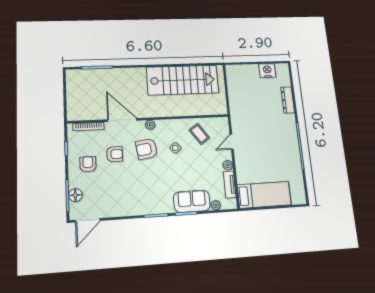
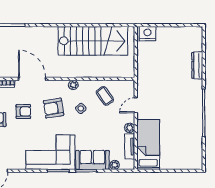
nightstand: (267, 71) -> (148, 34), moved
plant: (150, 125) -> (73, 85), moved
bed: (264, 195) -> (148, 144), moved, turned -90
corner sofa: (146, 196) -> (50, 152), added

